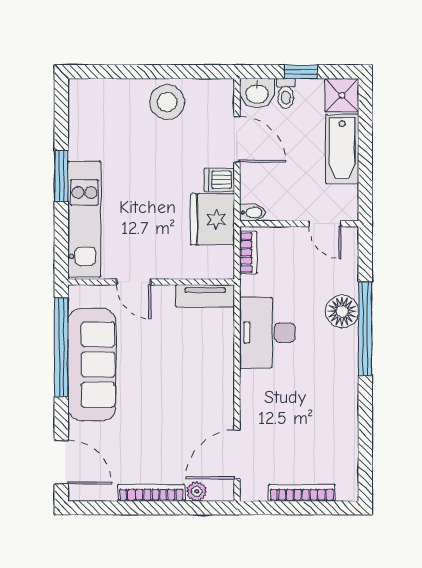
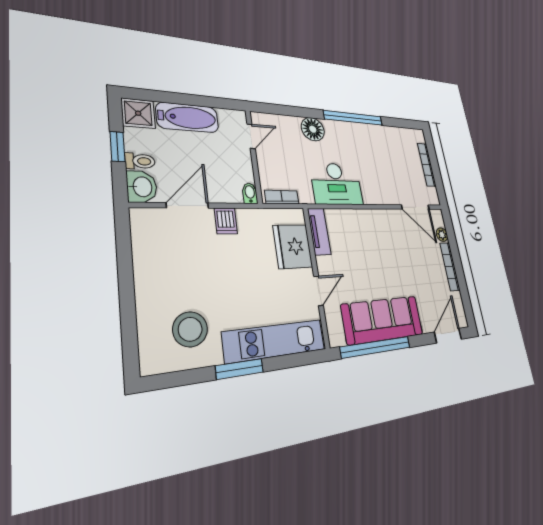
stool: (167, 102) -> (190, 329), moved
fridge: (213, 219) -> (293, 246), moved, turned 90
window: (365, 329) -> (353, 118), moved

